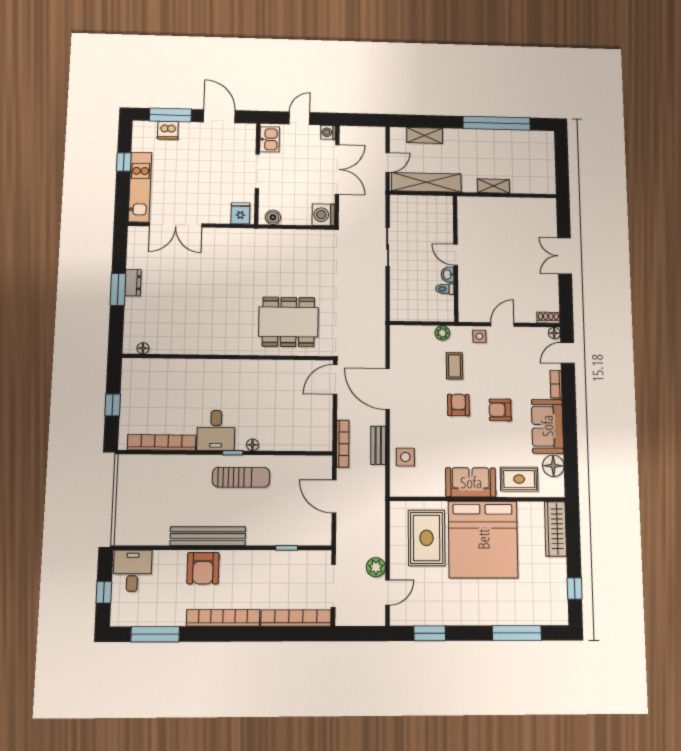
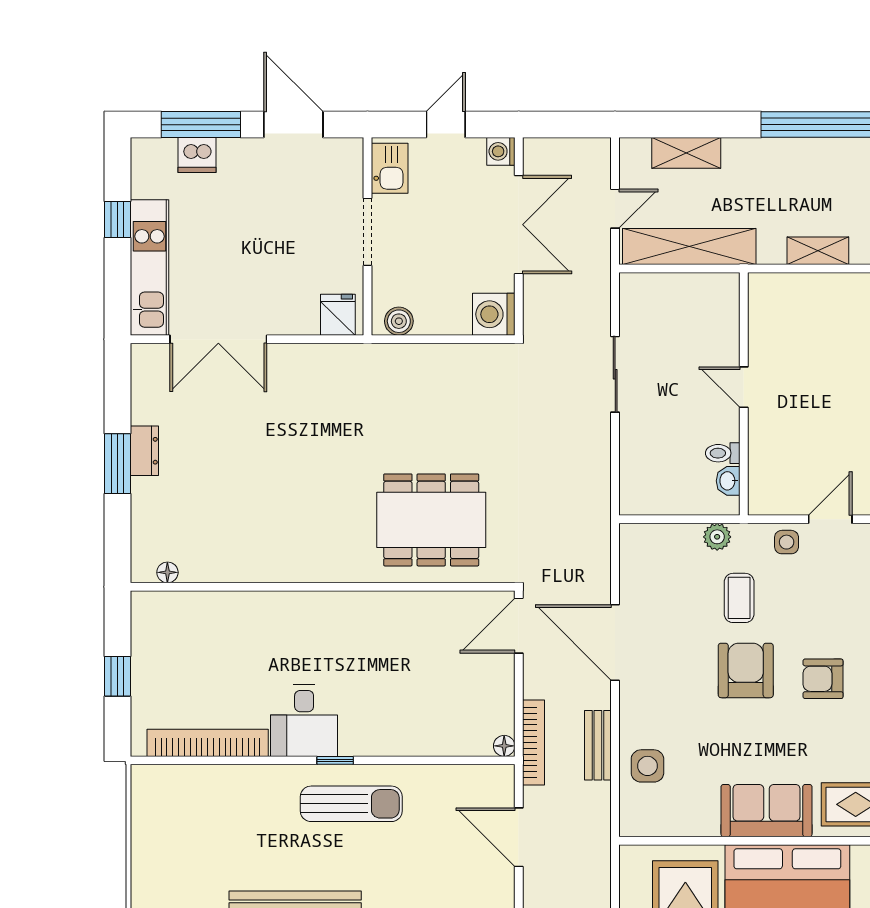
washbasin: (448, 275) -> (728, 481), moved
armchair: (458, 405) -> (746, 670), width x1.38, depth x1.38
floor lamp: (253, 445) -> (504, 746), moved

